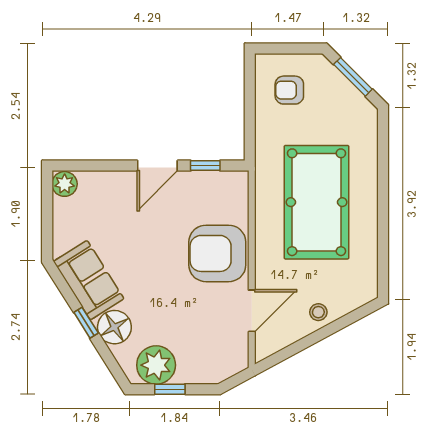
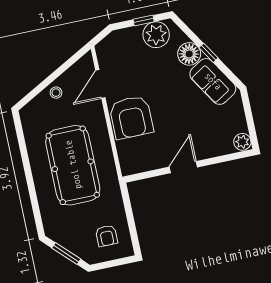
armchair: (289, 90) -> (107, 236), turned 90
window: (205, 166) -> (152, 174), removed
armchair: (217, 253) -> (131, 117), turned 90

